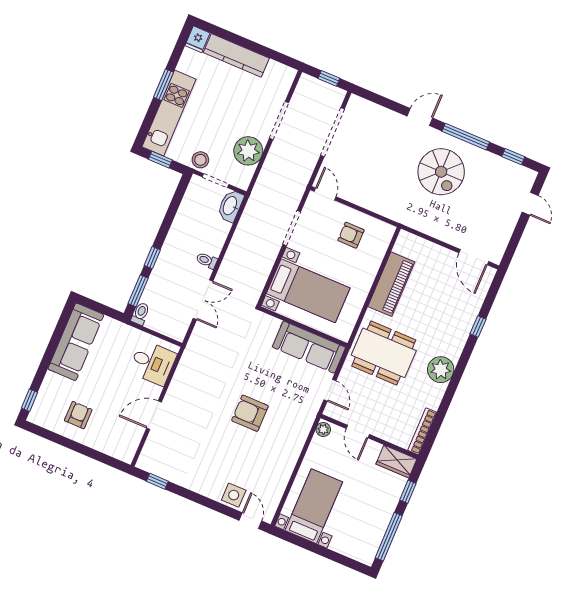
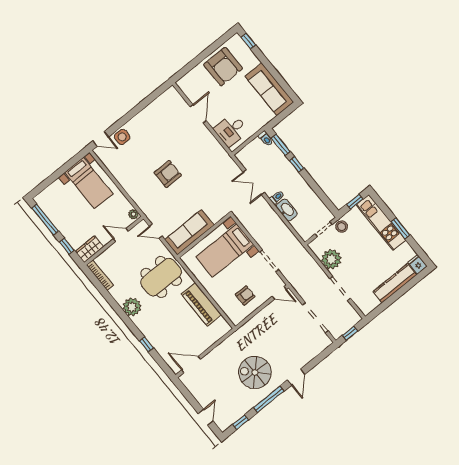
door: (530, 204) -> (206, 417), swing flipped
washbasin: (230, 206) -> (287, 210), moved
armchair: (78, 415) -> (223, 67), width x1.88, depth x1.88
window: (157, 481) -> (156, 94), removed

